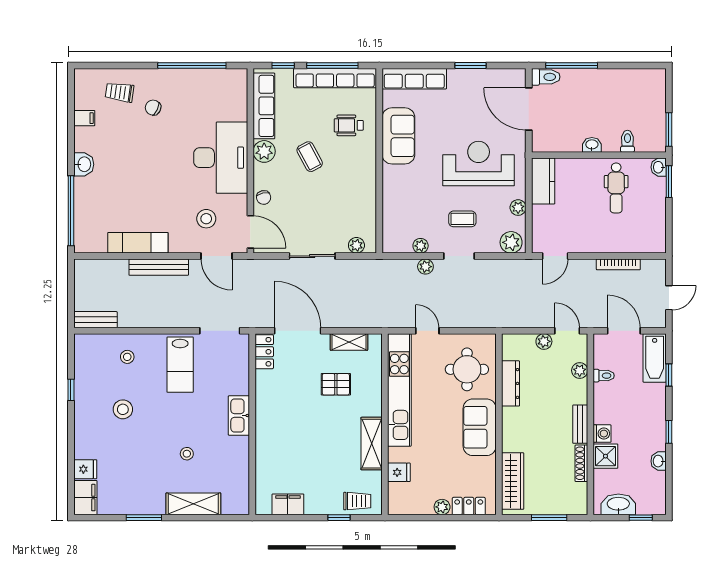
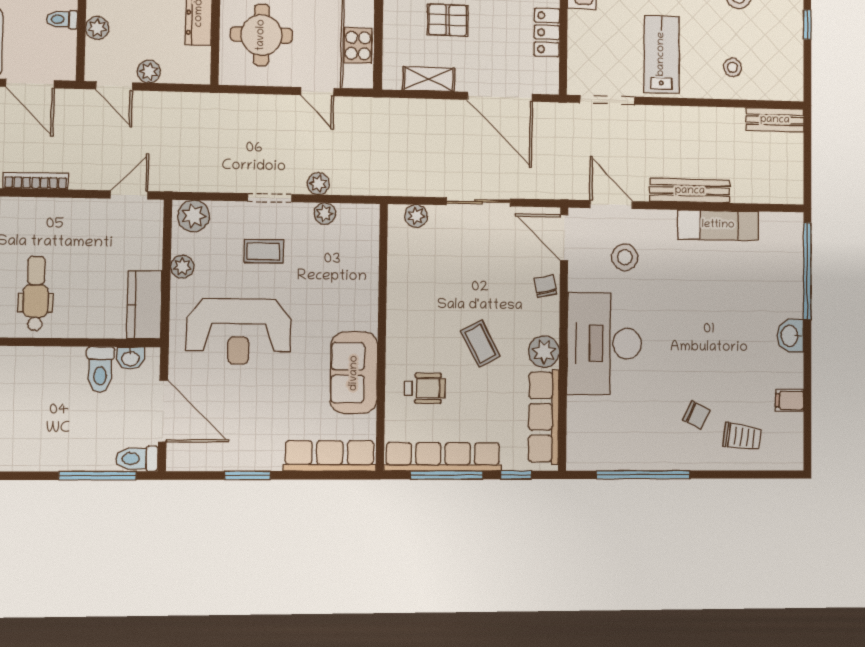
toilet: (627, 141) -> (100, 369), moved, width x1.37, depth x1.39
washbasin: (592, 145) -> (130, 358), moved
locker: (264, 352) -> (547, 32), moved

